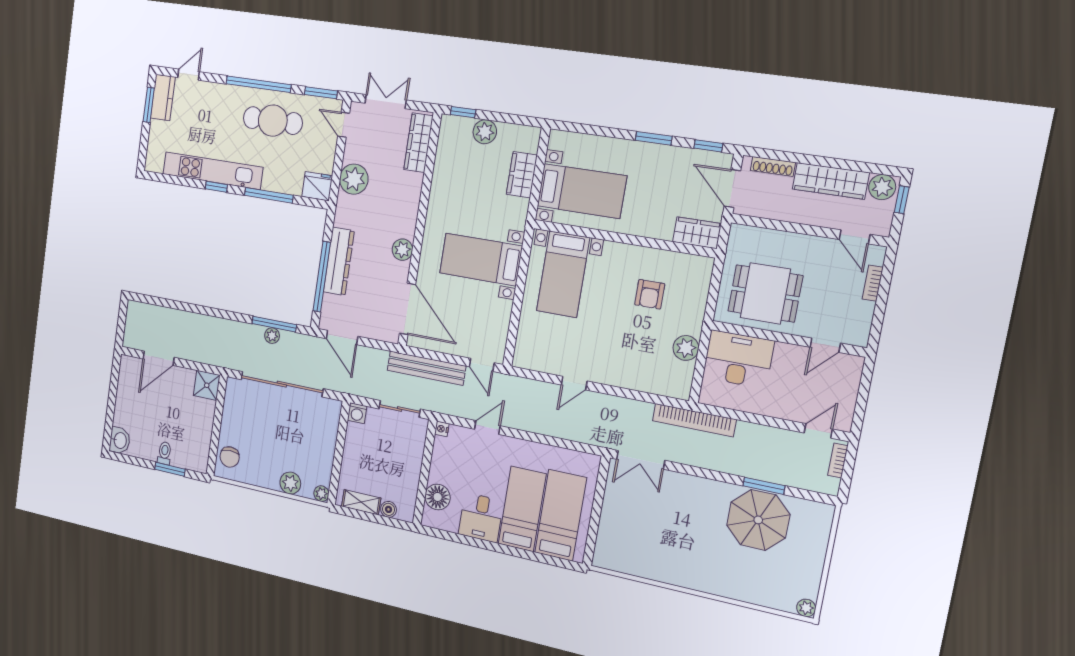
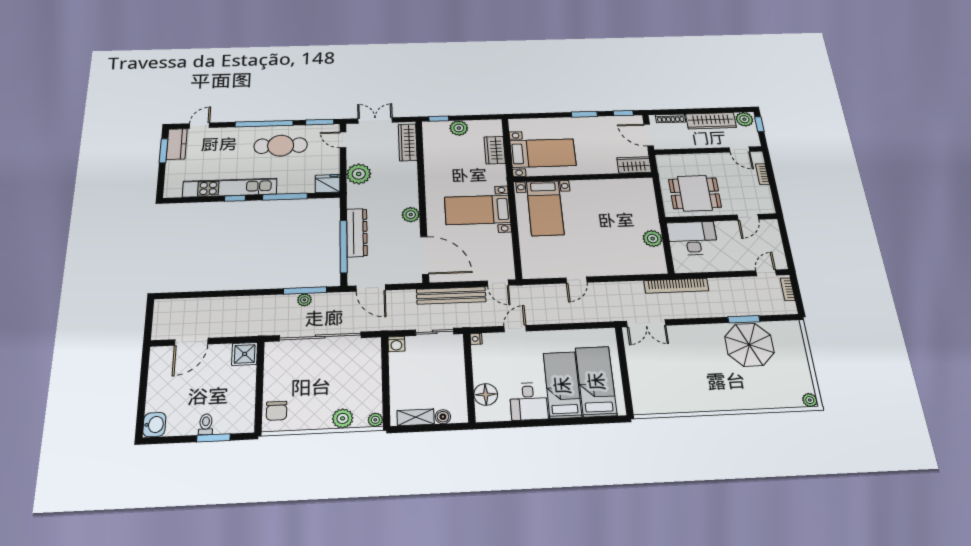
armchair: (650, 294) -> (614, 209), removed

